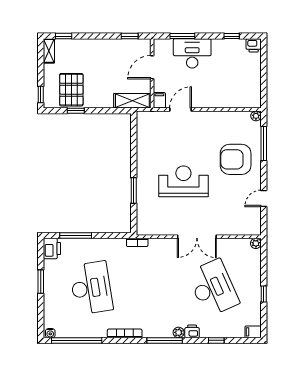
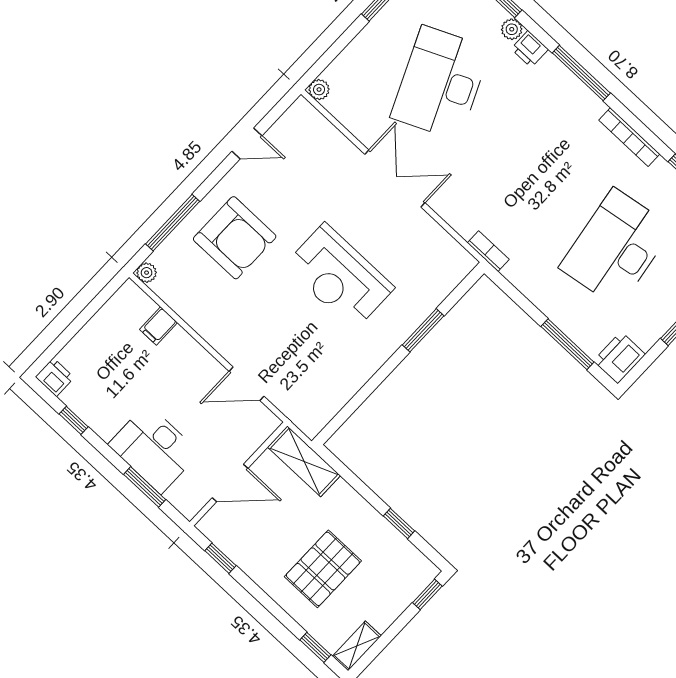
pallet: (71, 90) -> (323, 569), moved
filing cabinet: (159, 100) -> (159, 326), moved
plant: (179, 332) -> (512, 29), moved

